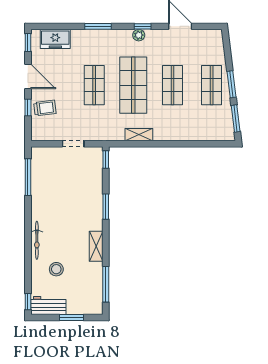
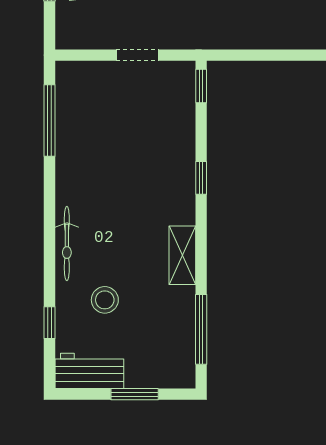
shelving: (139, 135) -> (266, 38), removed
window: (106, 207) -> (201, 178), width x0.67
window: (28, 302) -> (49, 323), moved

